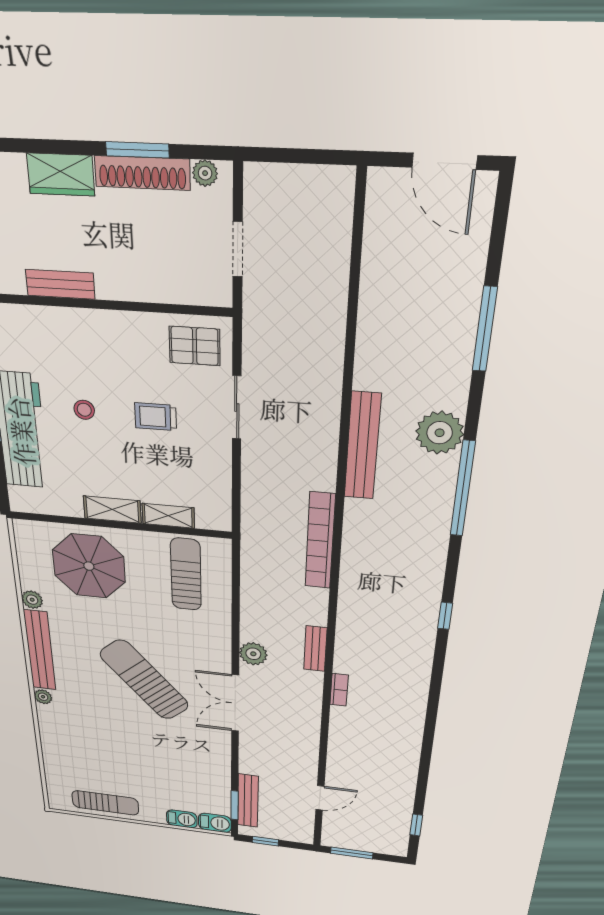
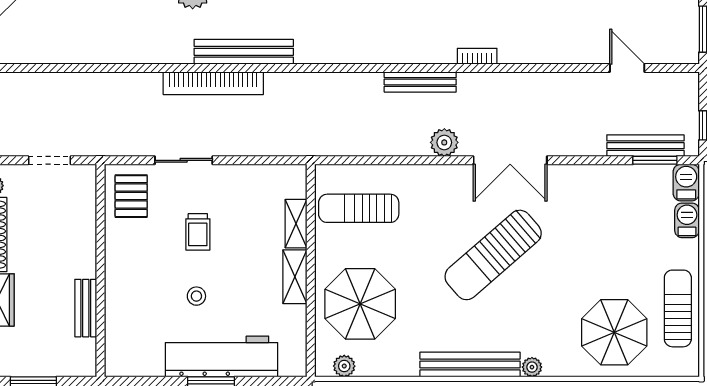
bench: (362, 446) -> (244, 52), moved
bookcase: (320, 541) -> (213, 83), moved
plant: (32, 600) -> (344, 366), moved
bench: (315, 649) -> (420, 82), width x1.36
parasol: (81, 758) -> (614, 332), added

